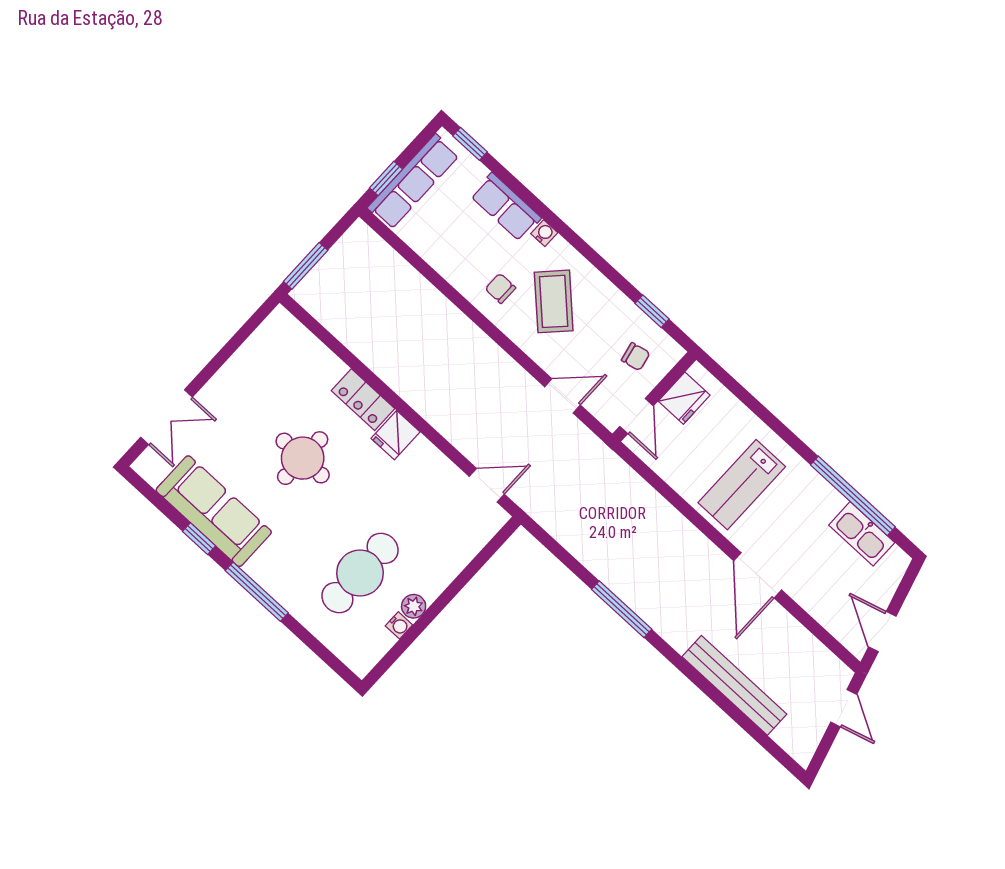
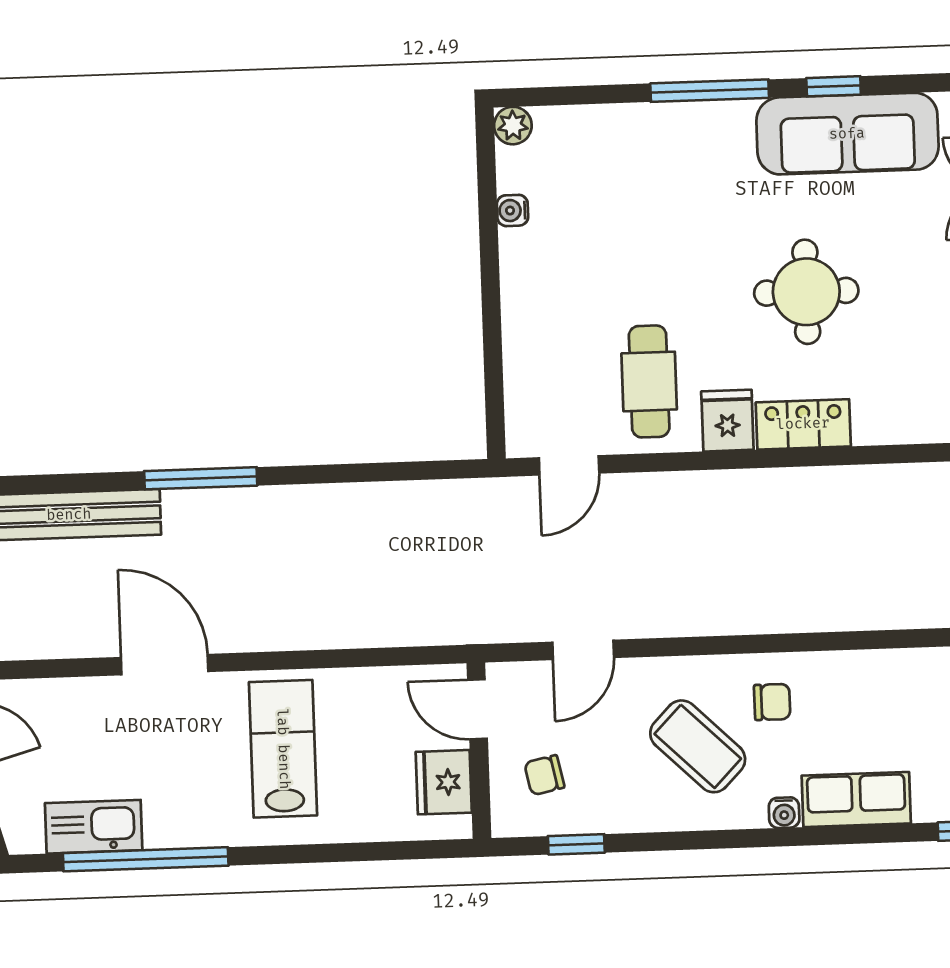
cafe table: (360, 573) -> (649, 381), moved, width x0.73, depth x0.74
plant: (414, 606) -> (513, 126), moved
window: (622, 609) -> (201, 478), moved

